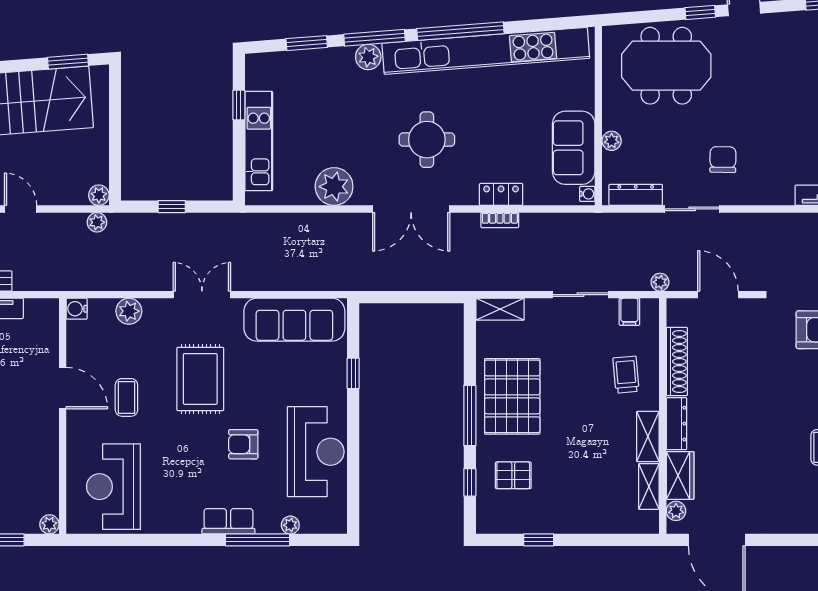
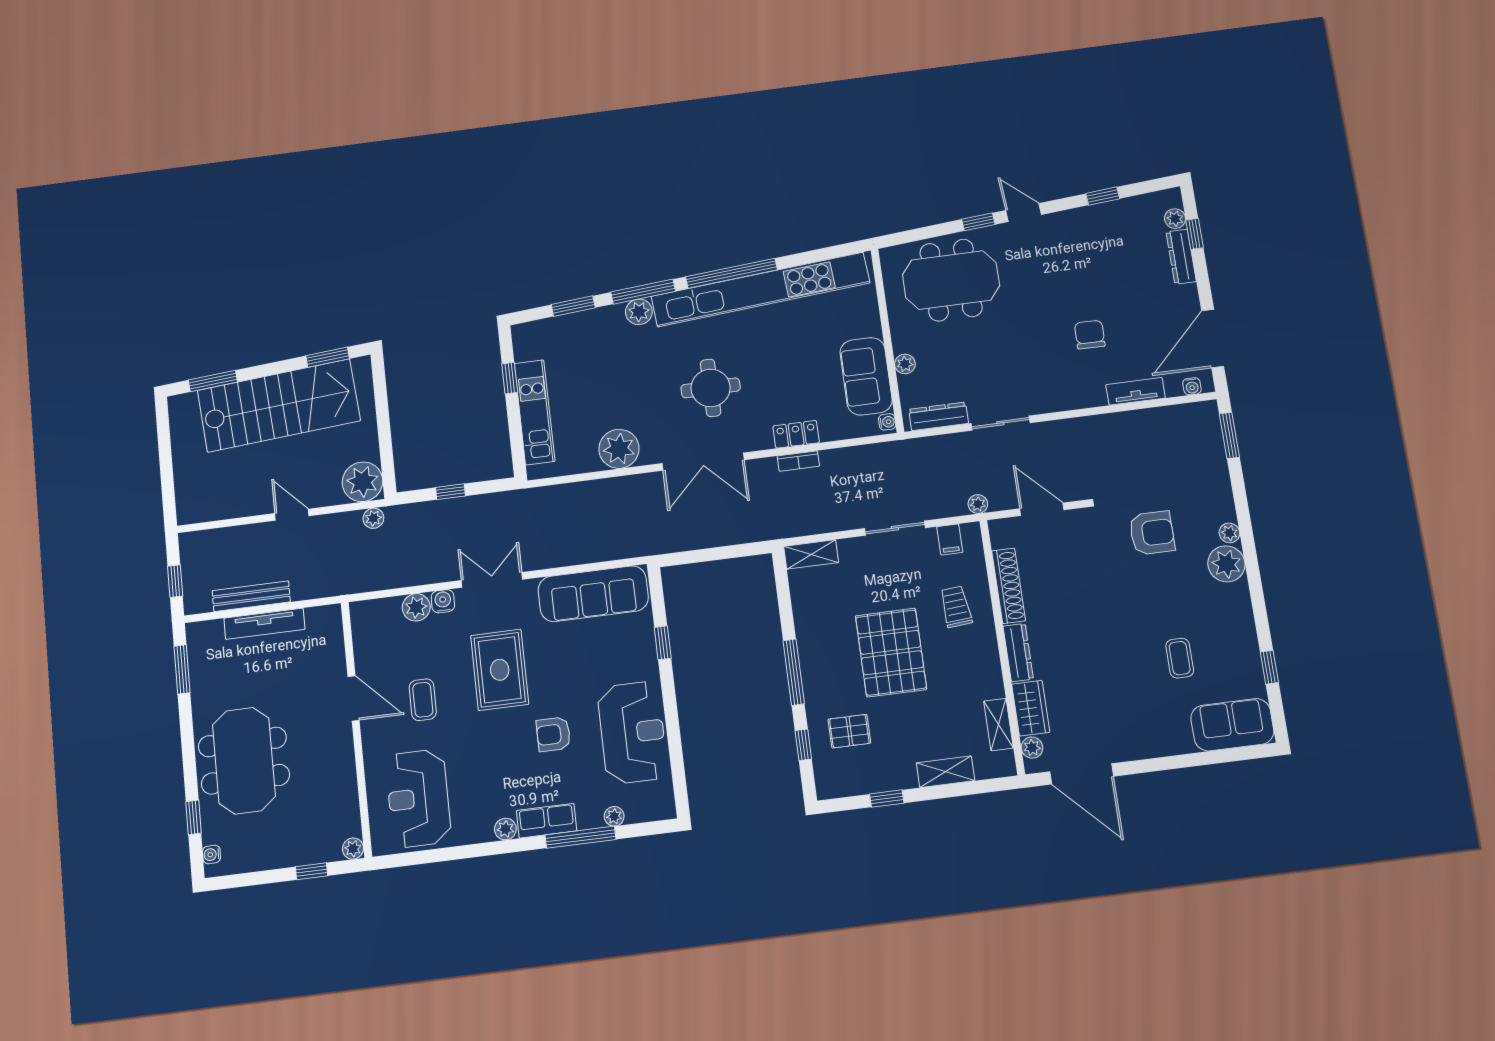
chair: (723, 160) -> (1090, 335), moved
plant: (99, 195) -> (362, 482), width x1.87, depth x1.87
water cooler: (77, 309) -> (443, 601), moved, turned 90
pallet: (512, 396) -> (891, 653), moved
shelving: (648, 437) -> (946, 772), moved, turned 90
plant: (190, 524) -> (505, 829), added

